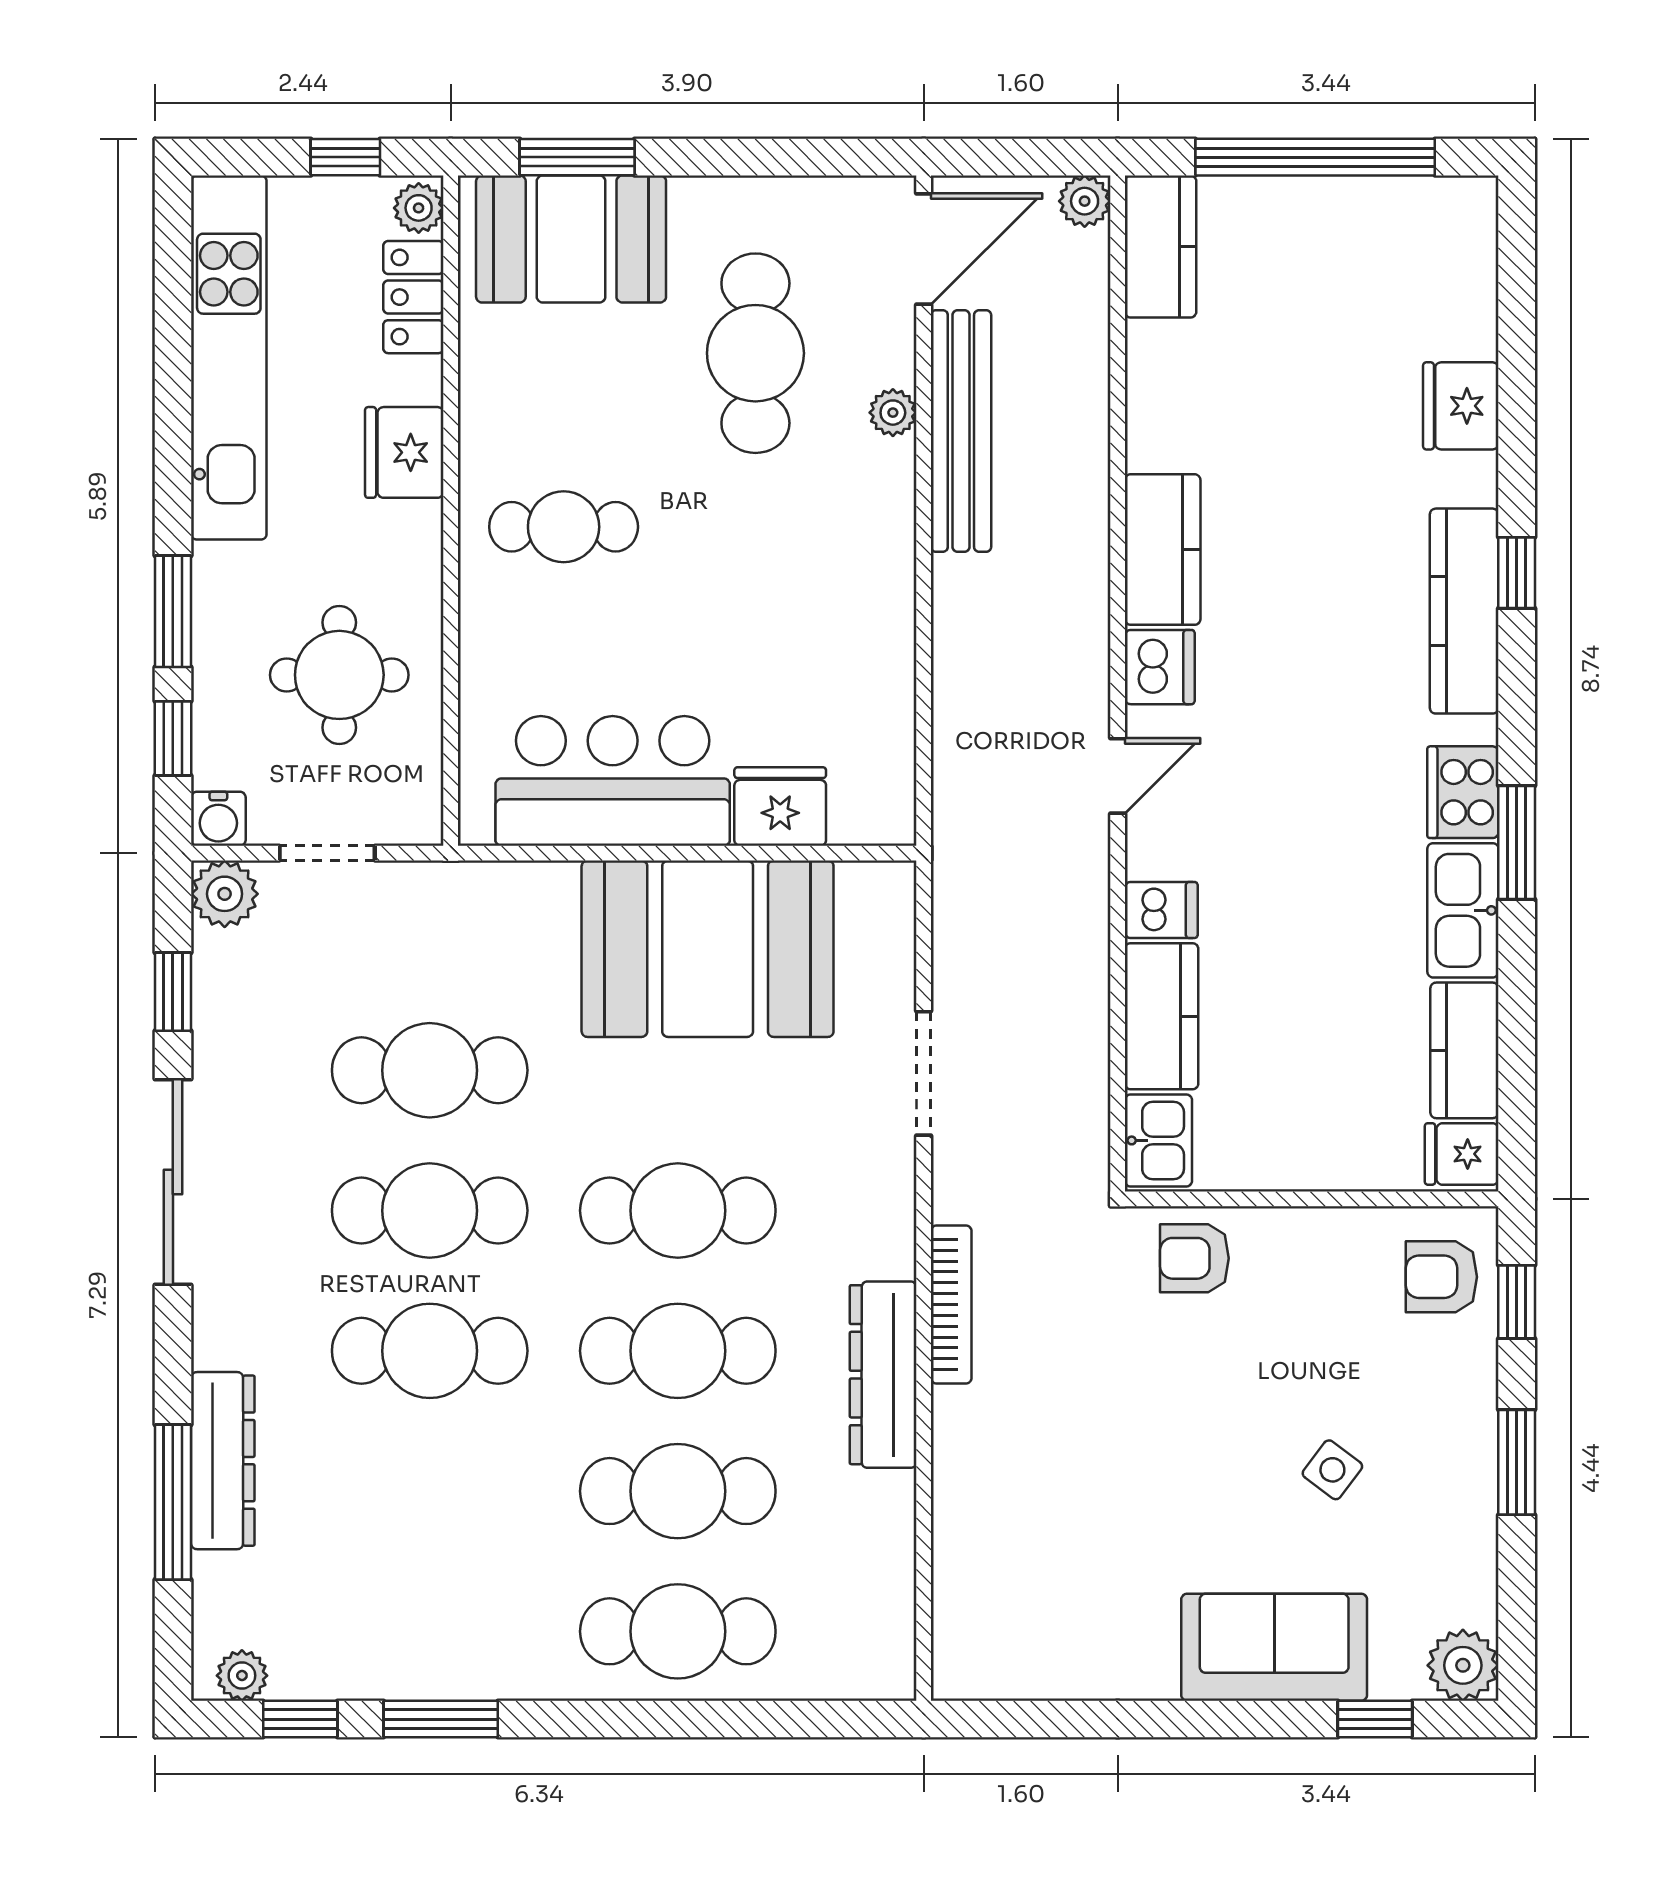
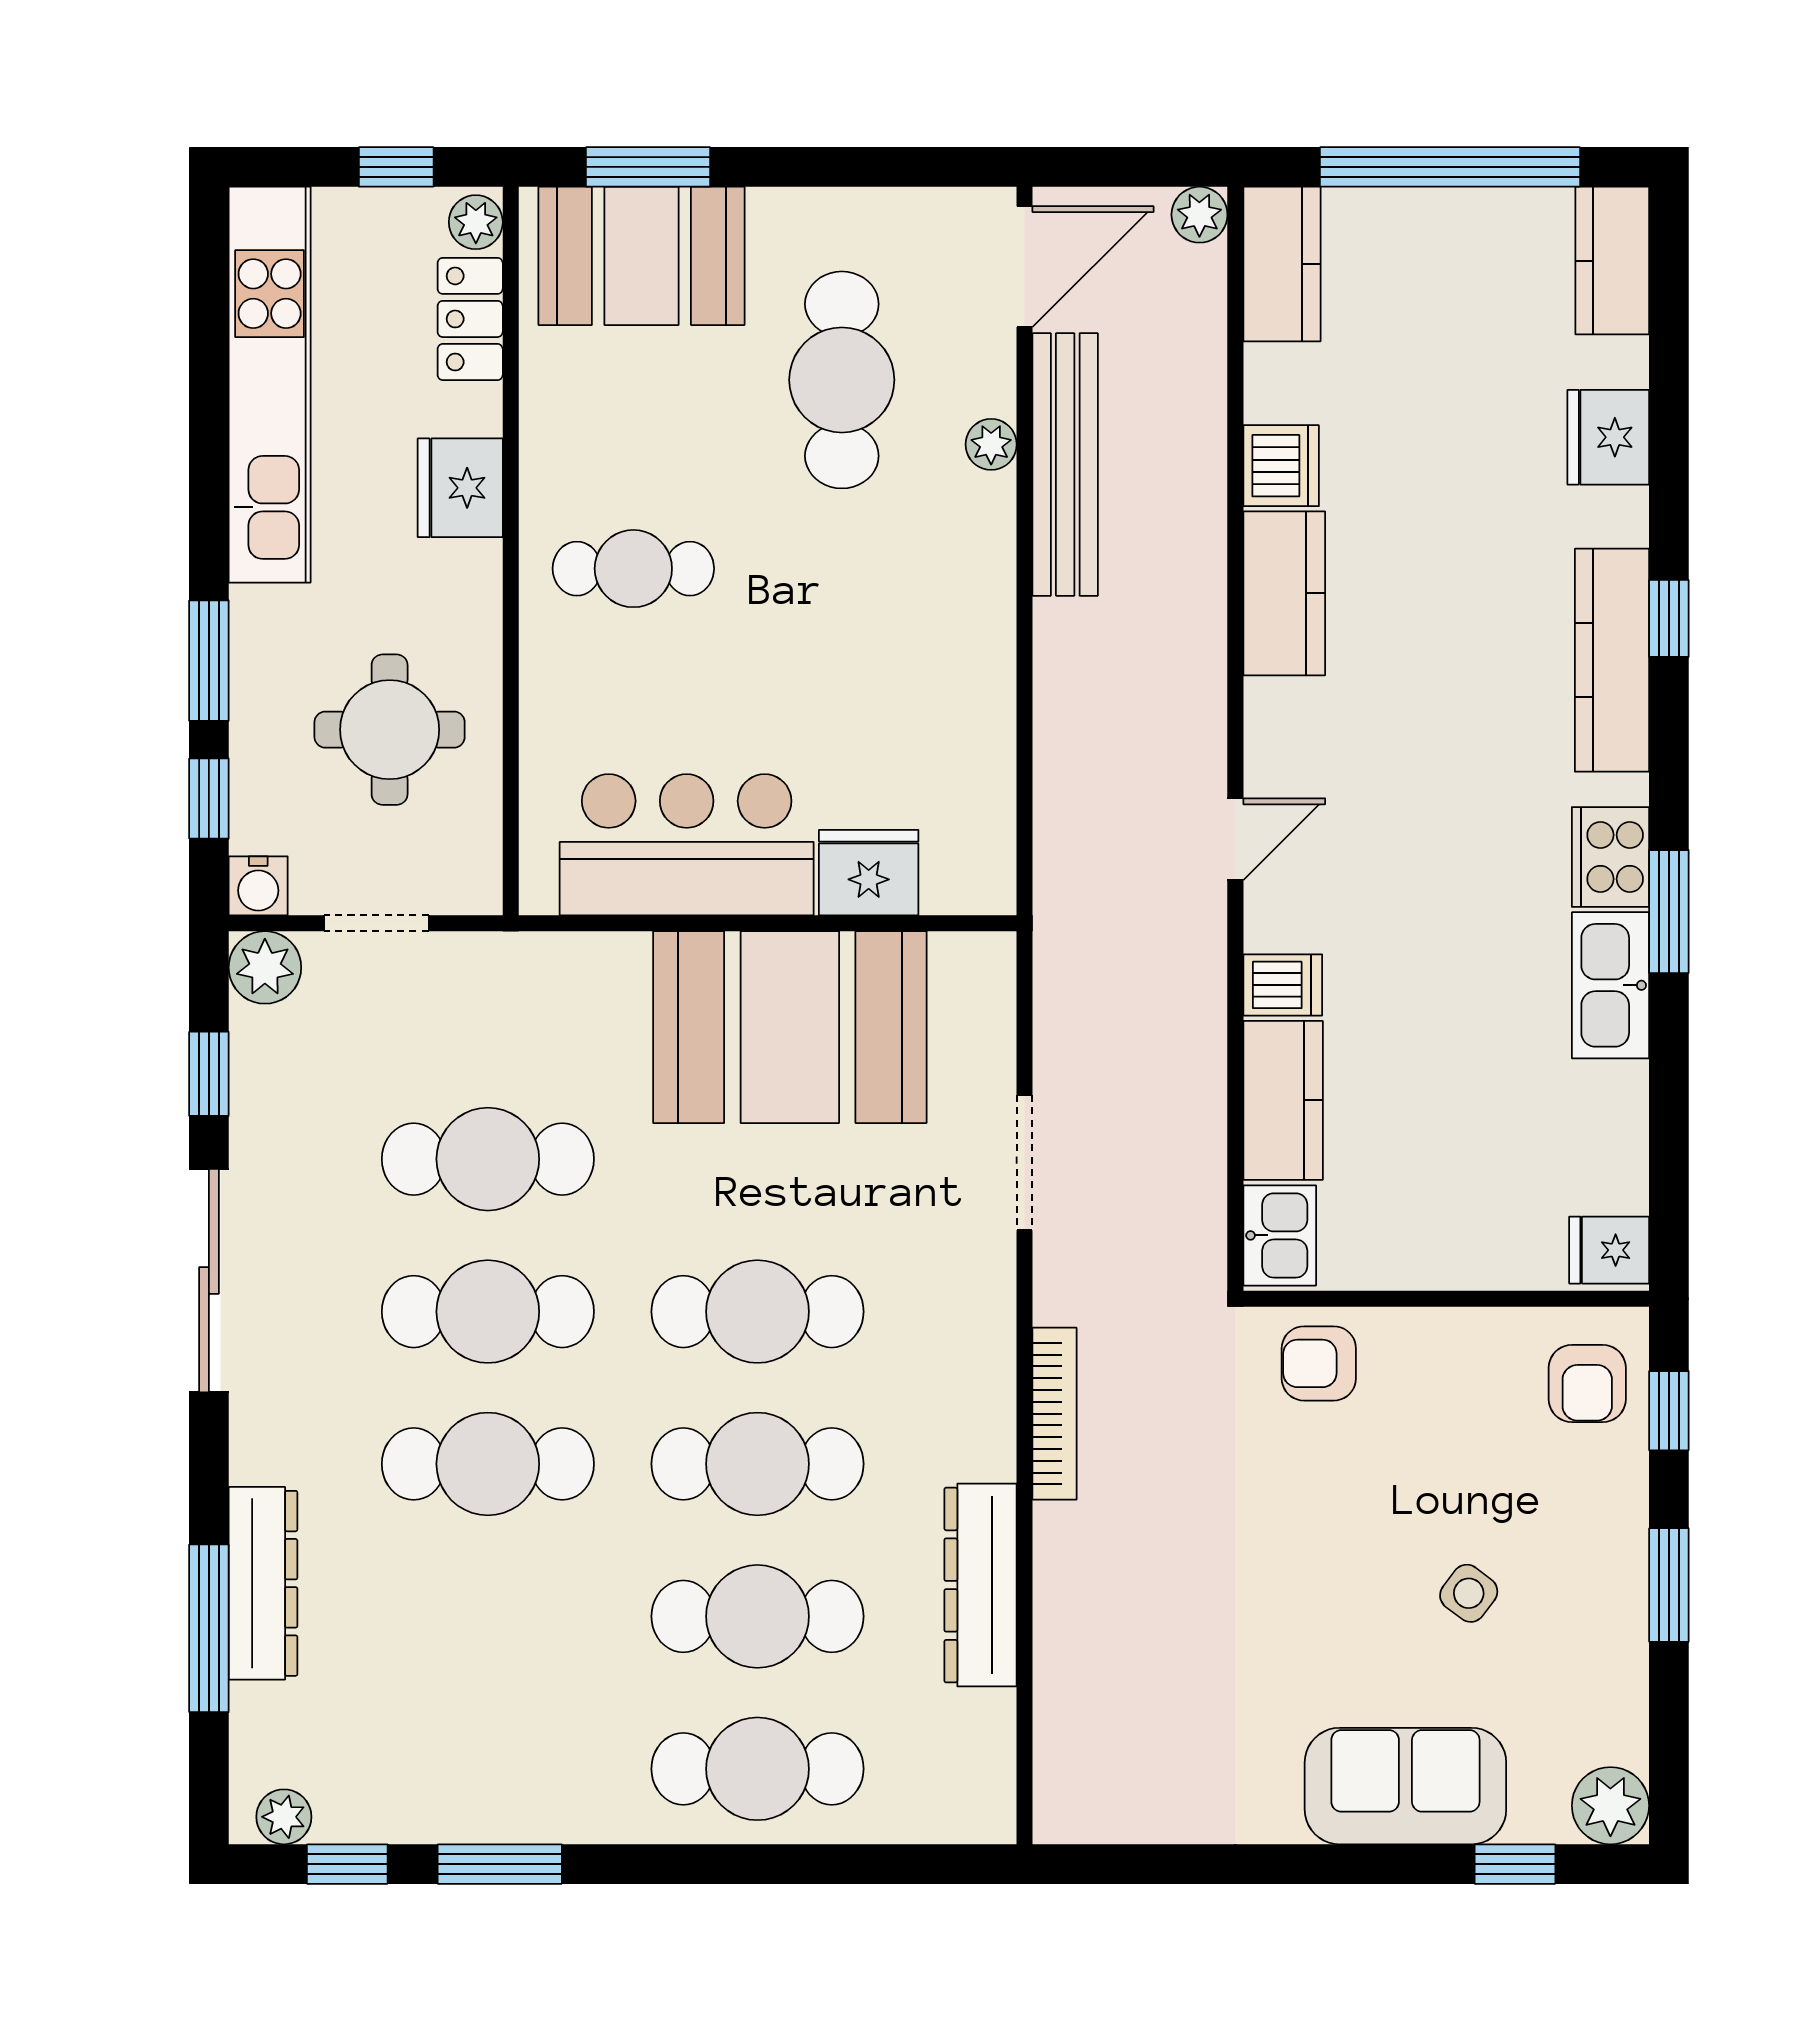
dishwasher: (1160, 667) -> (1281, 466), moved
kitchen counter: (1464, 1050) -> (1612, 261), moved
armchair: (1441, 1277) -> (1587, 1384), turned -90
dresser: (883, 1375) -> (980, 1585), moved

